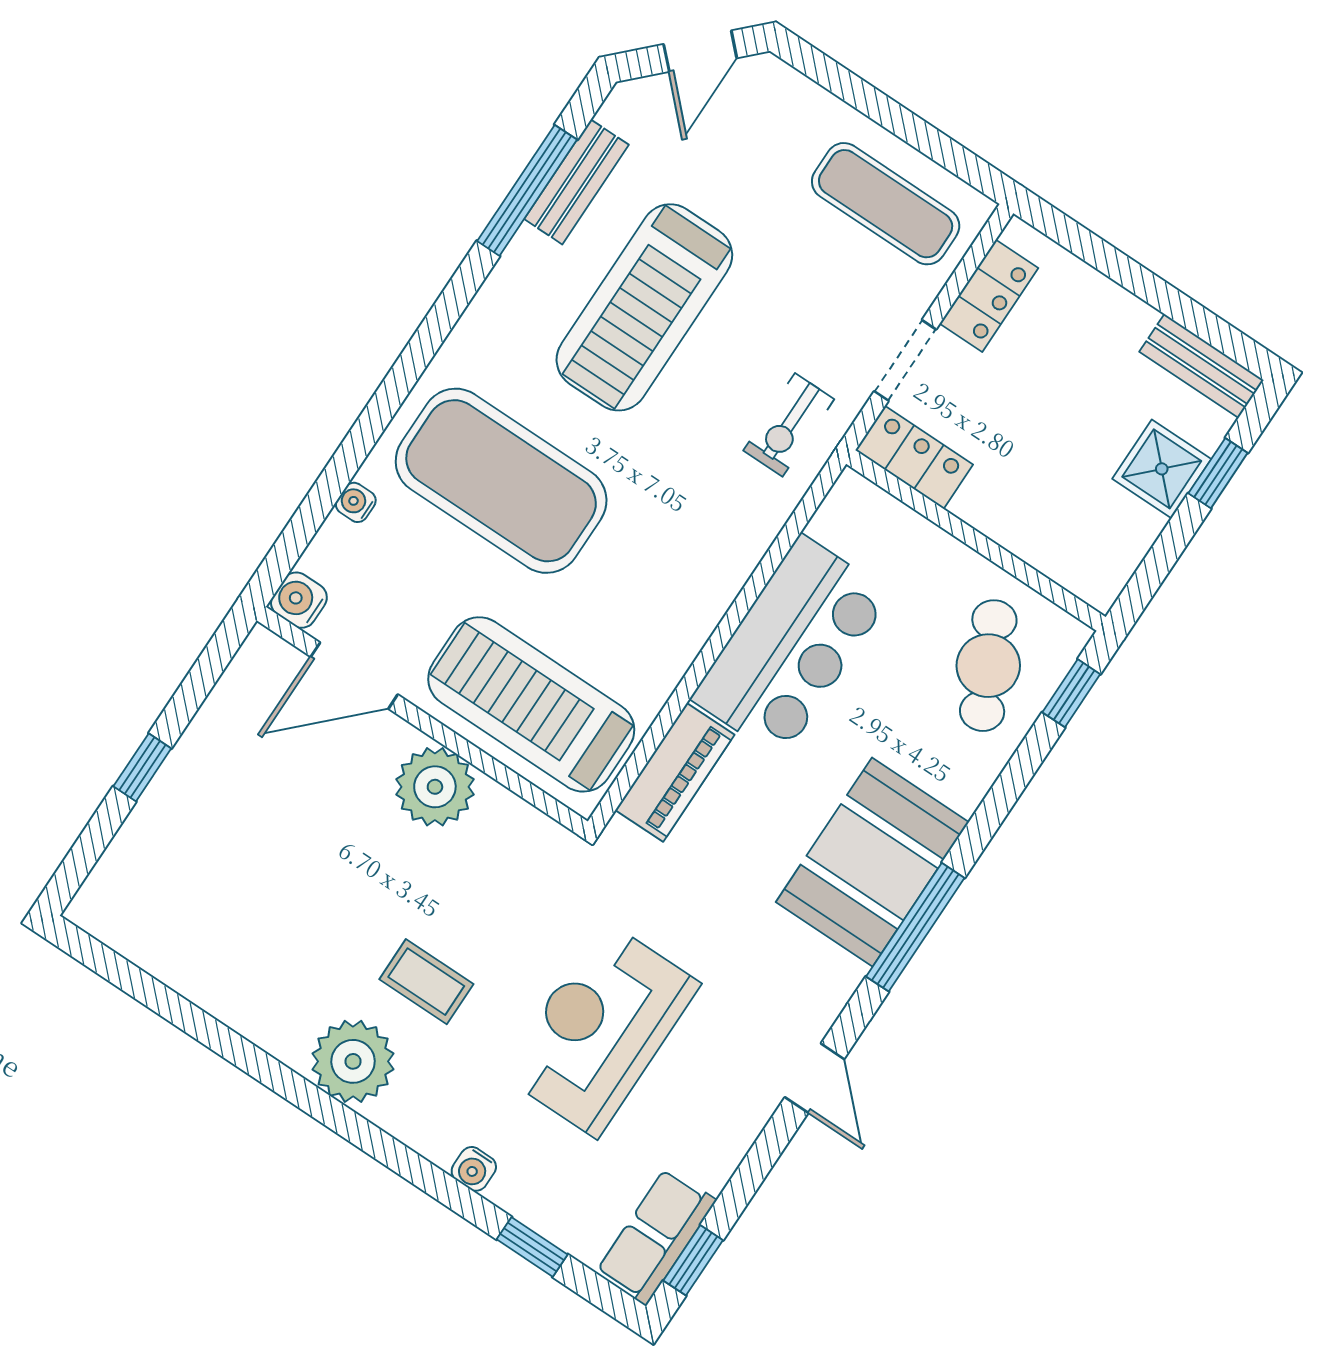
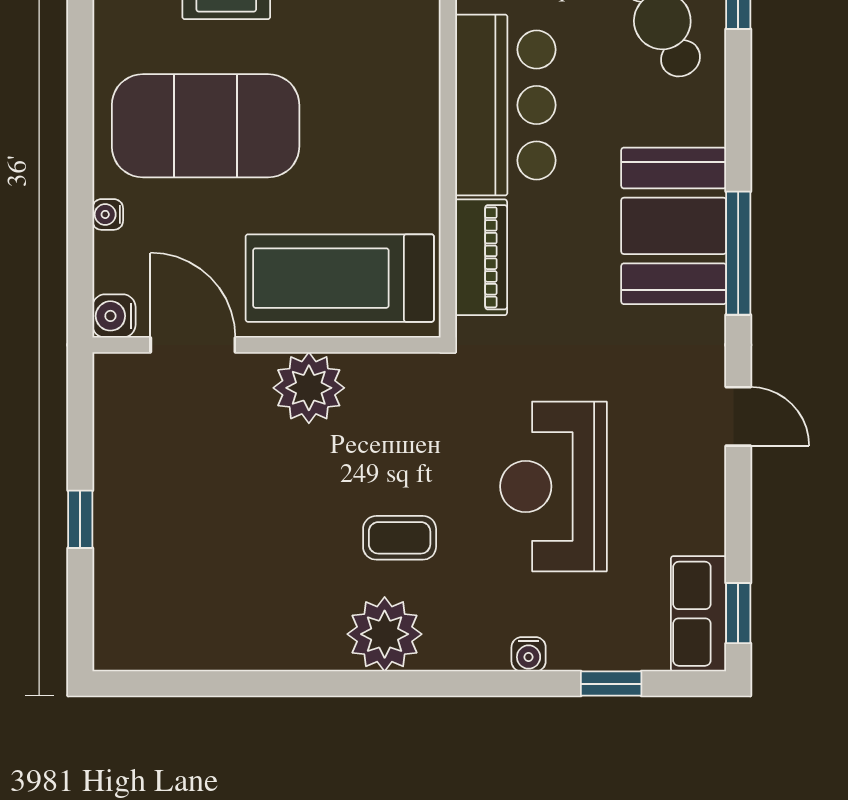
door: (354, 676) -> (193, 345), swing flipped

